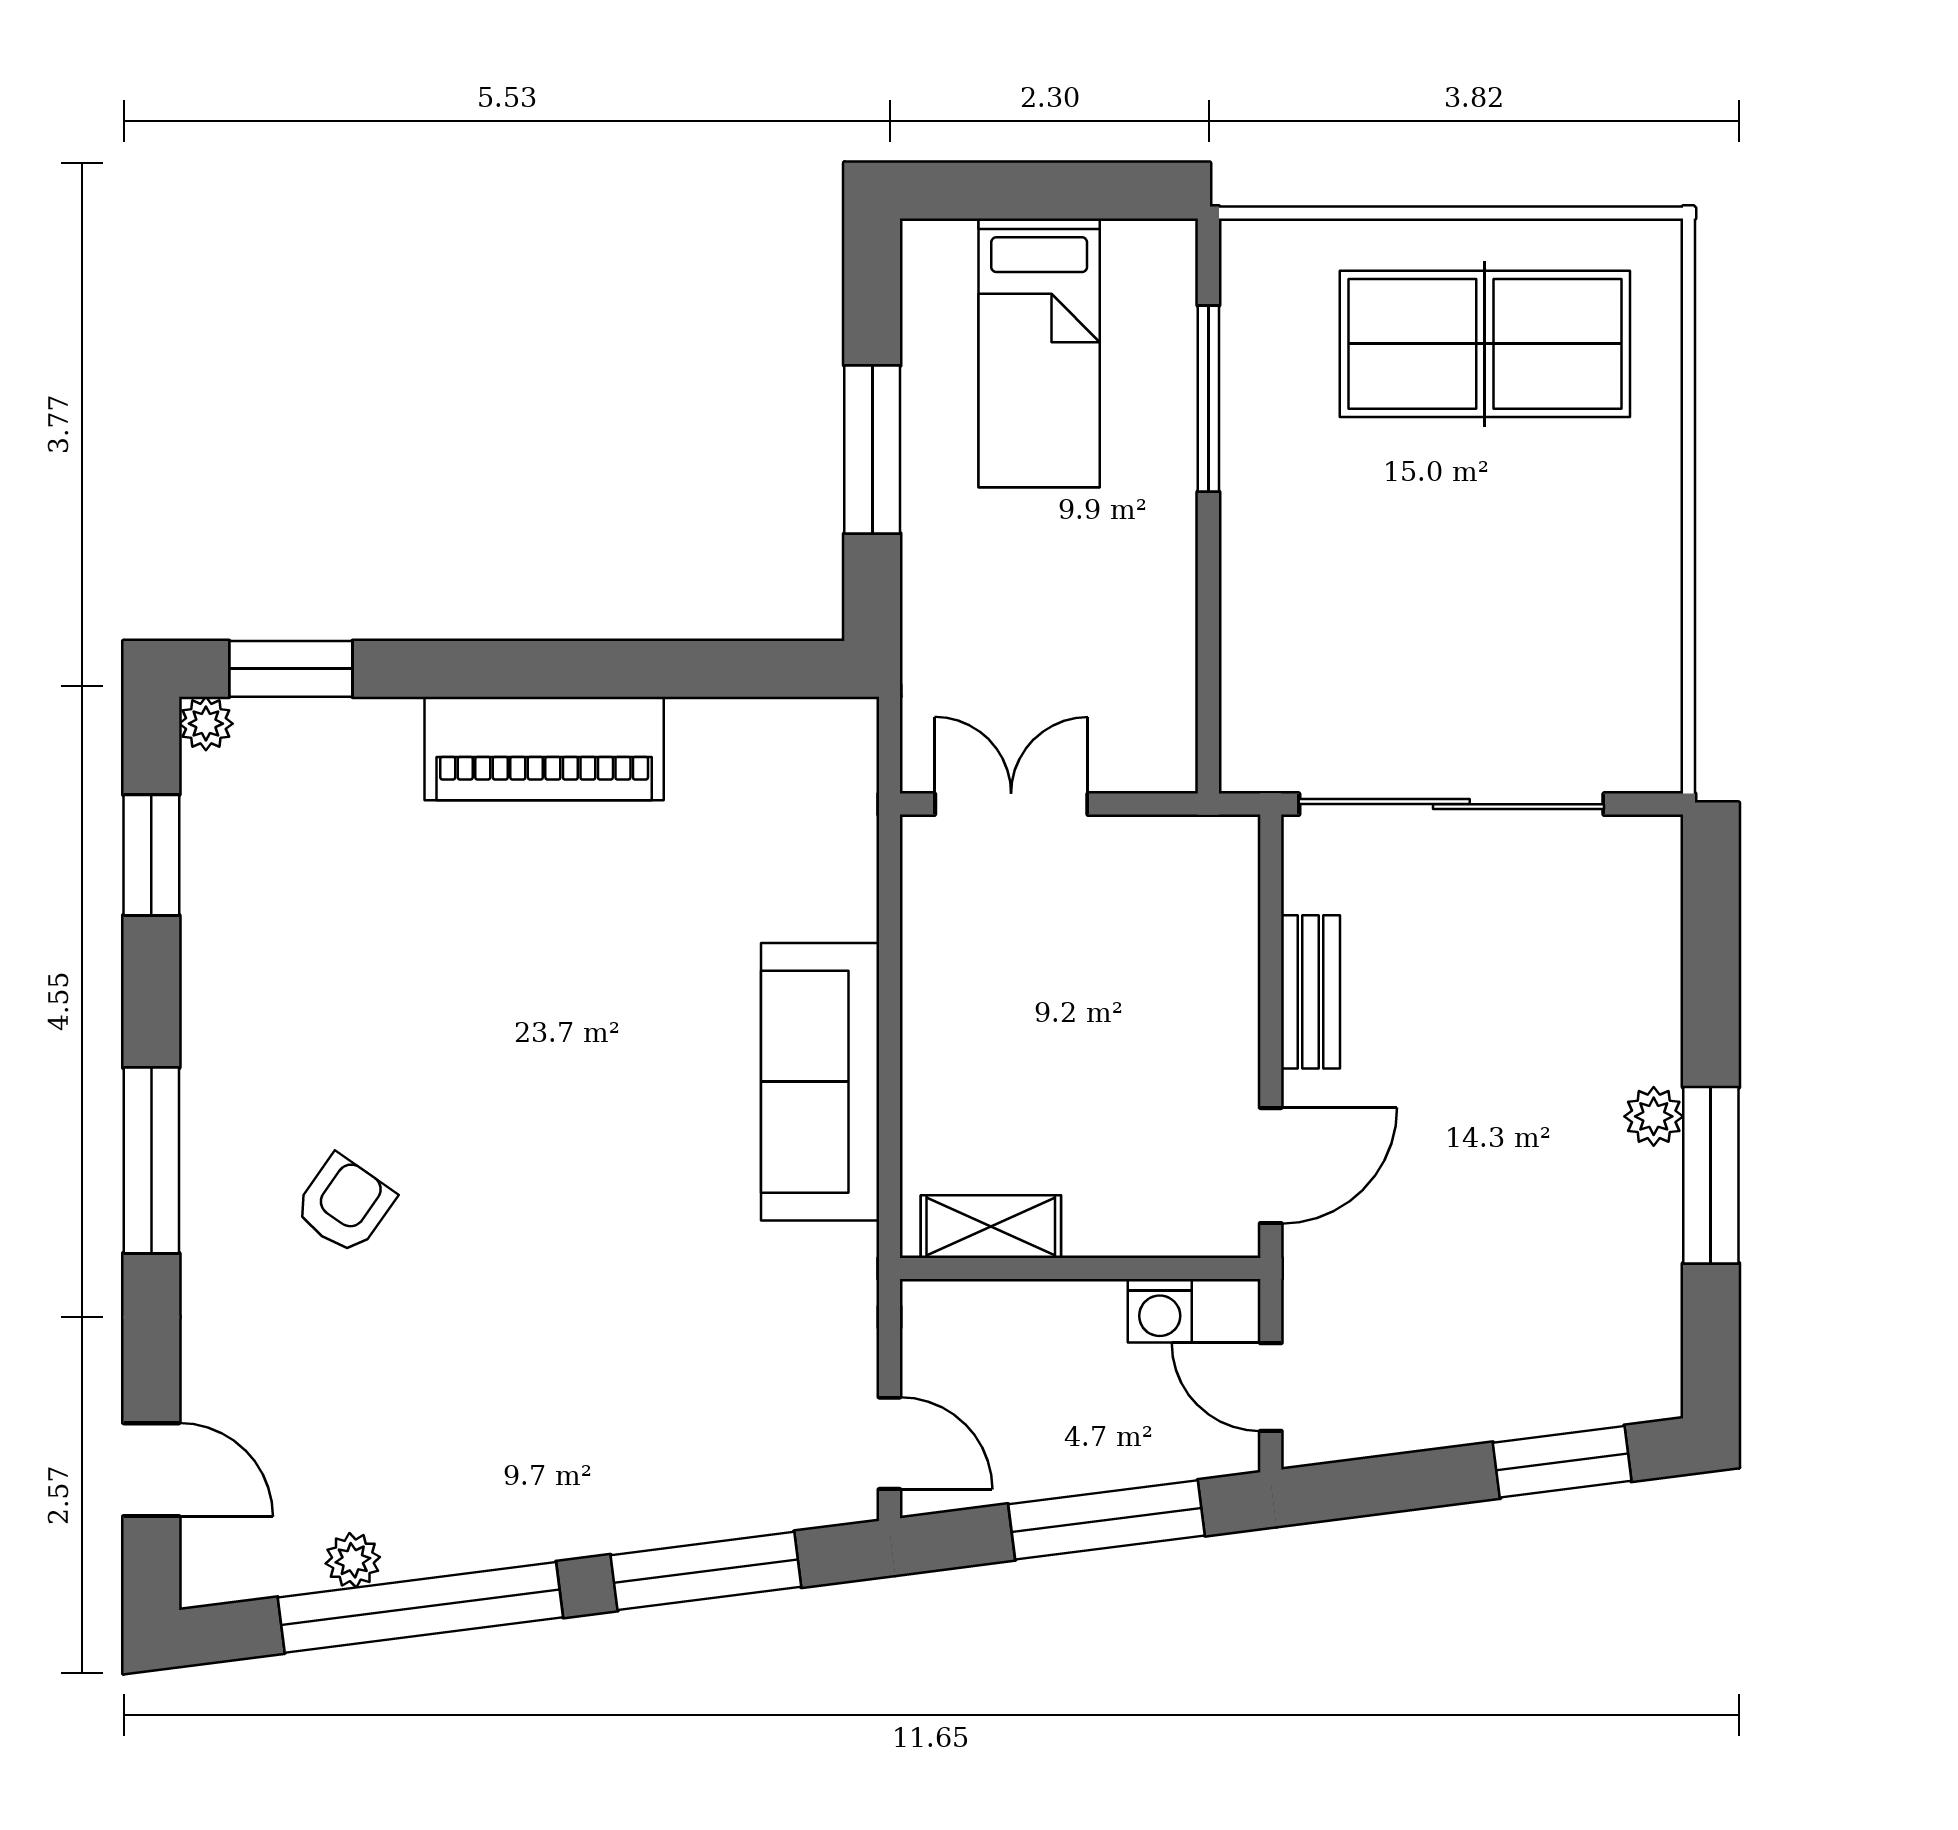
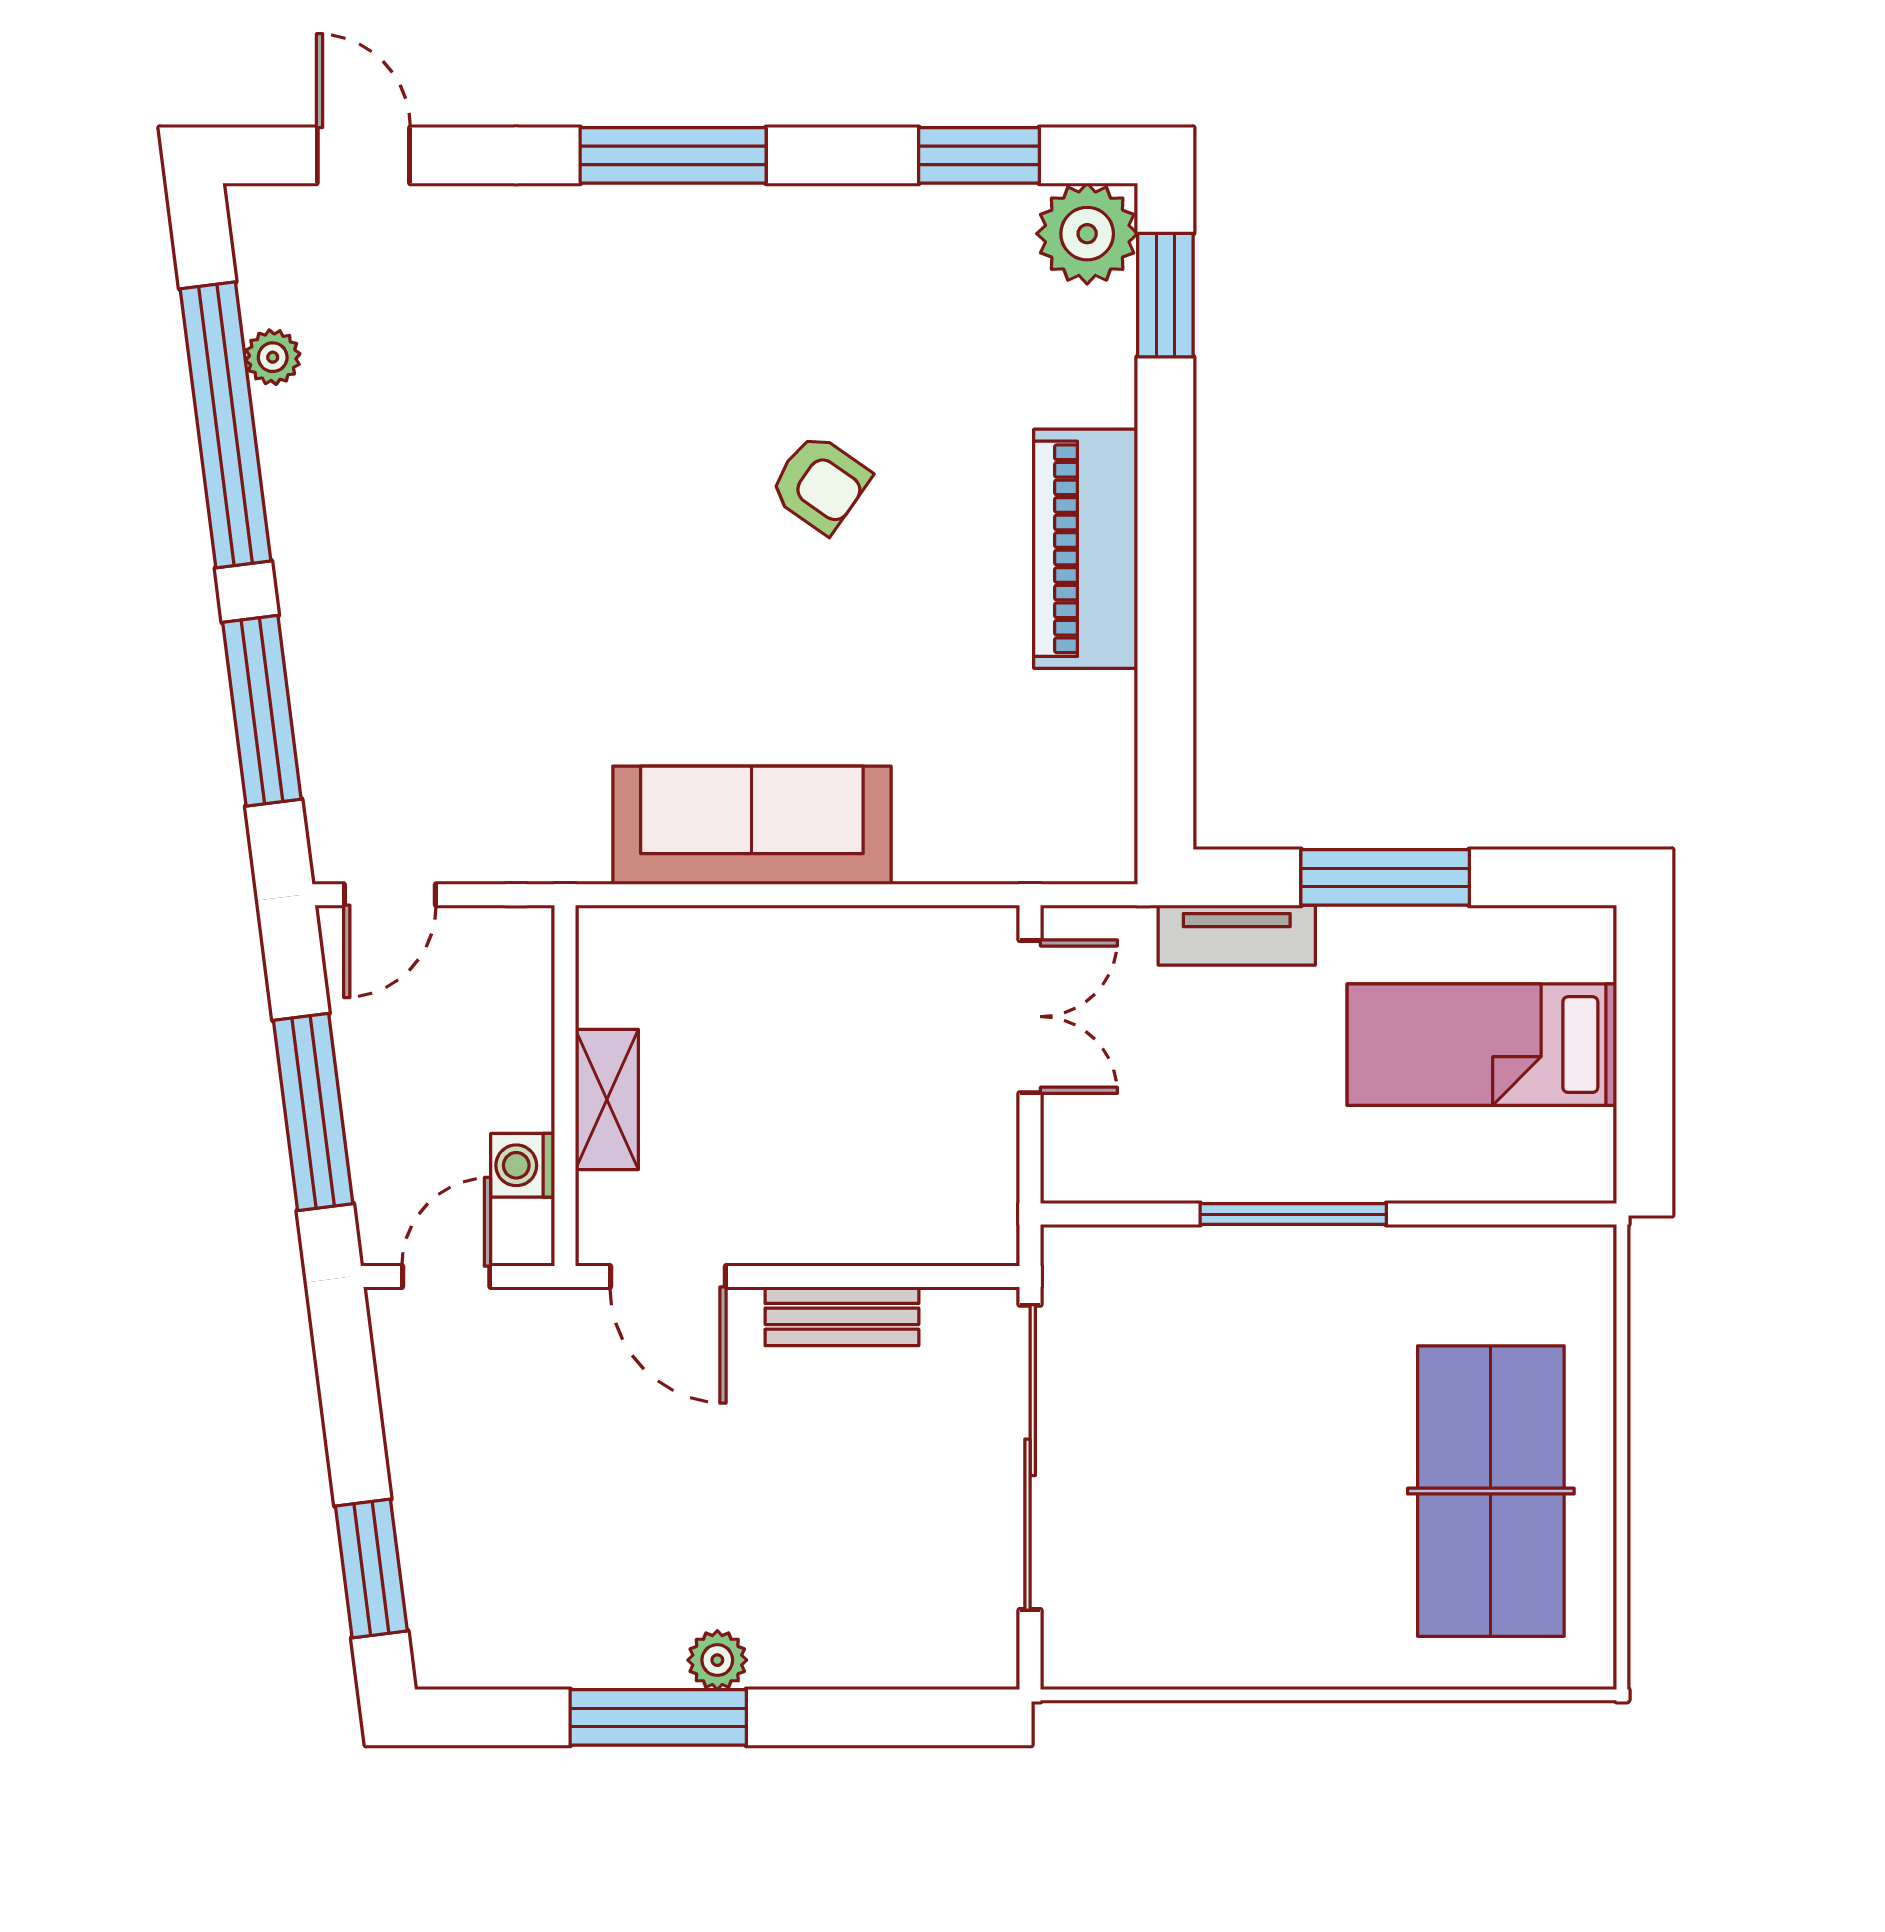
window: (1208, 399) -> (1293, 1214), moved
tv unit: (930, 598) -> (1237, 935), added
plant: (206, 724) -> (1087, 234), width x1.88, depth x1.88
armchair: (344, 1204) -> (820, 484), moved
shelving: (991, 1227) -> (607, 1099), moved
door: (151, 1470) -> (363, 155), swing flipped

